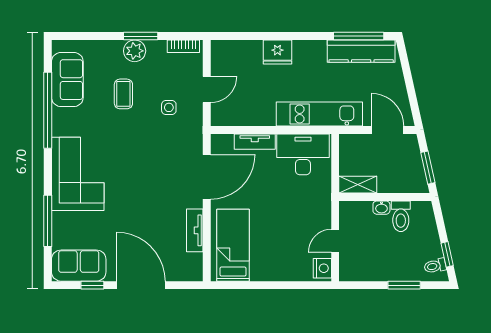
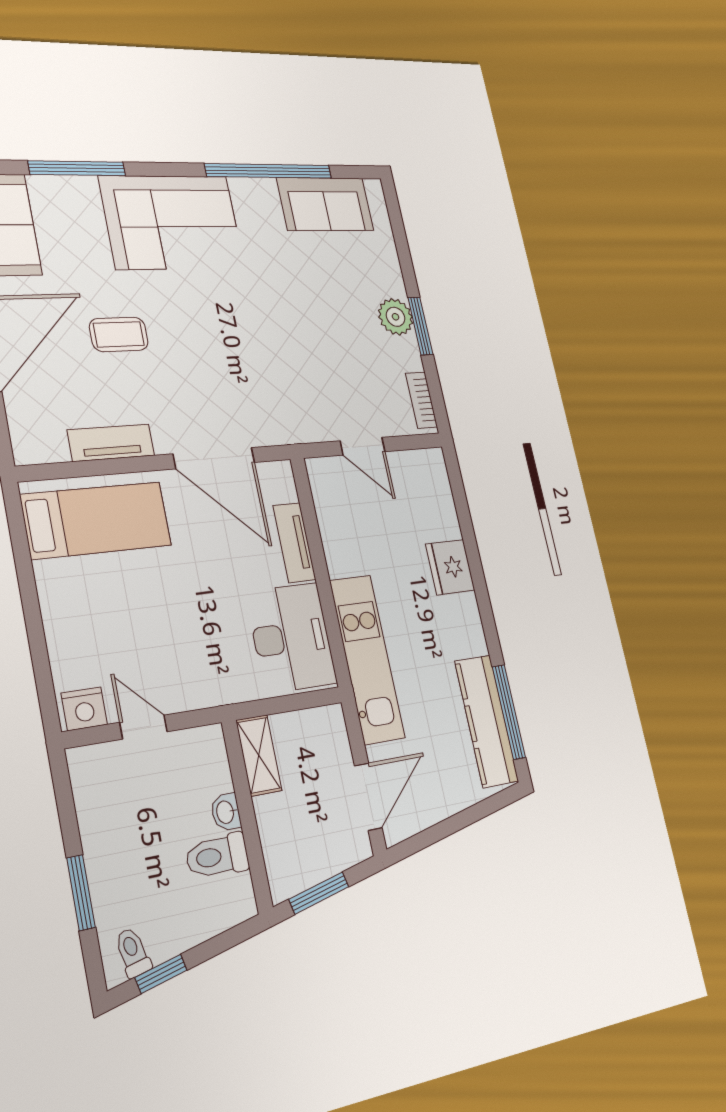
coffee table: (123, 94) -> (119, 334), moved
side table: (169, 107) -> (319, 381), removed

